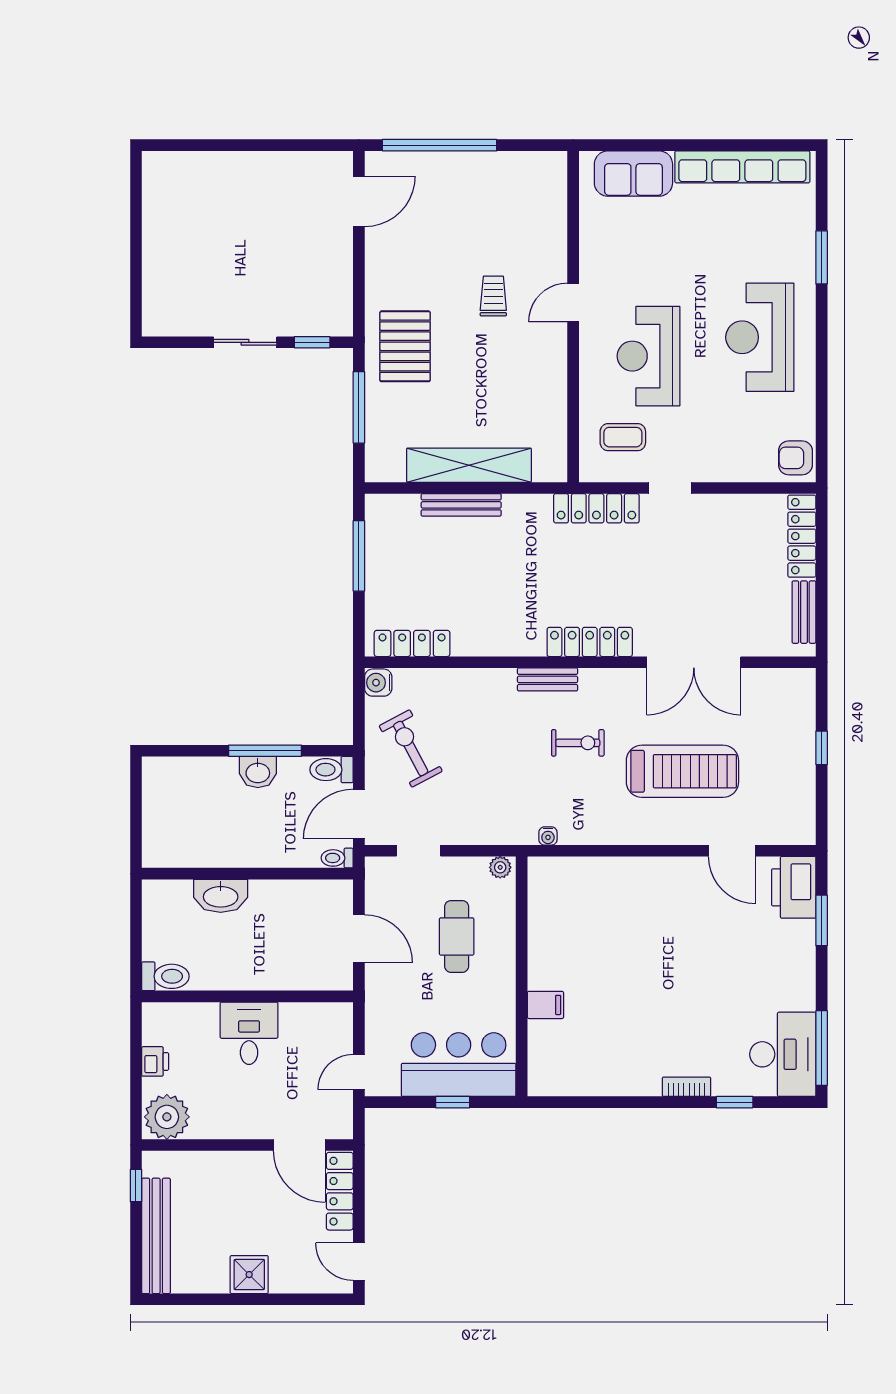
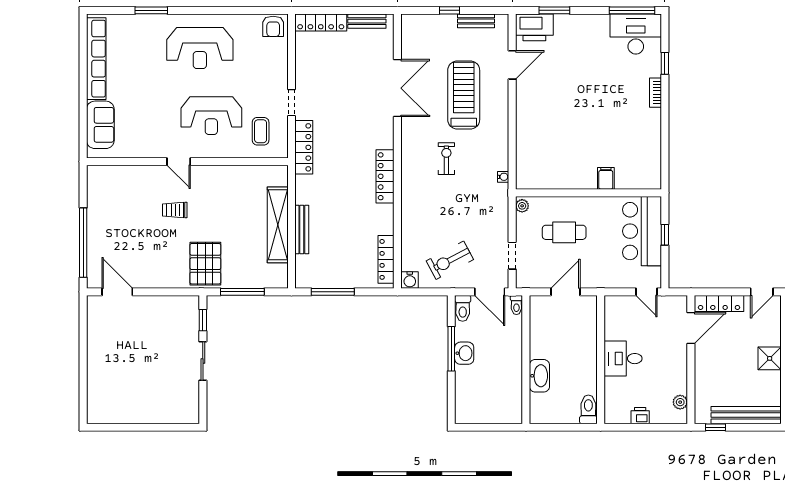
pallet: (405, 346) -> (205, 264), turned 90
locker: (590, 642) -> (385, 176), moved
bench: (548, 679) -> (476, 21), moved, turned 90
plant: (167, 1117) -> (680, 402), width x0.53, depth x0.53

